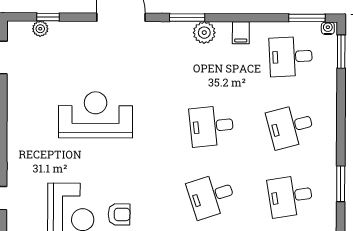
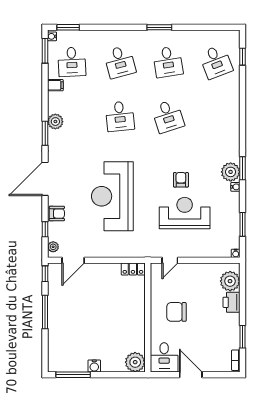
plant: (40, 29) -> (53, 247), moved
filing cabinet: (241, 33) -> (55, 85), moved
armchair: (71, 34) -> (57, 214), added
reception desk: (96, 115) -> (112, 196), width x1.36, depth x1.30

